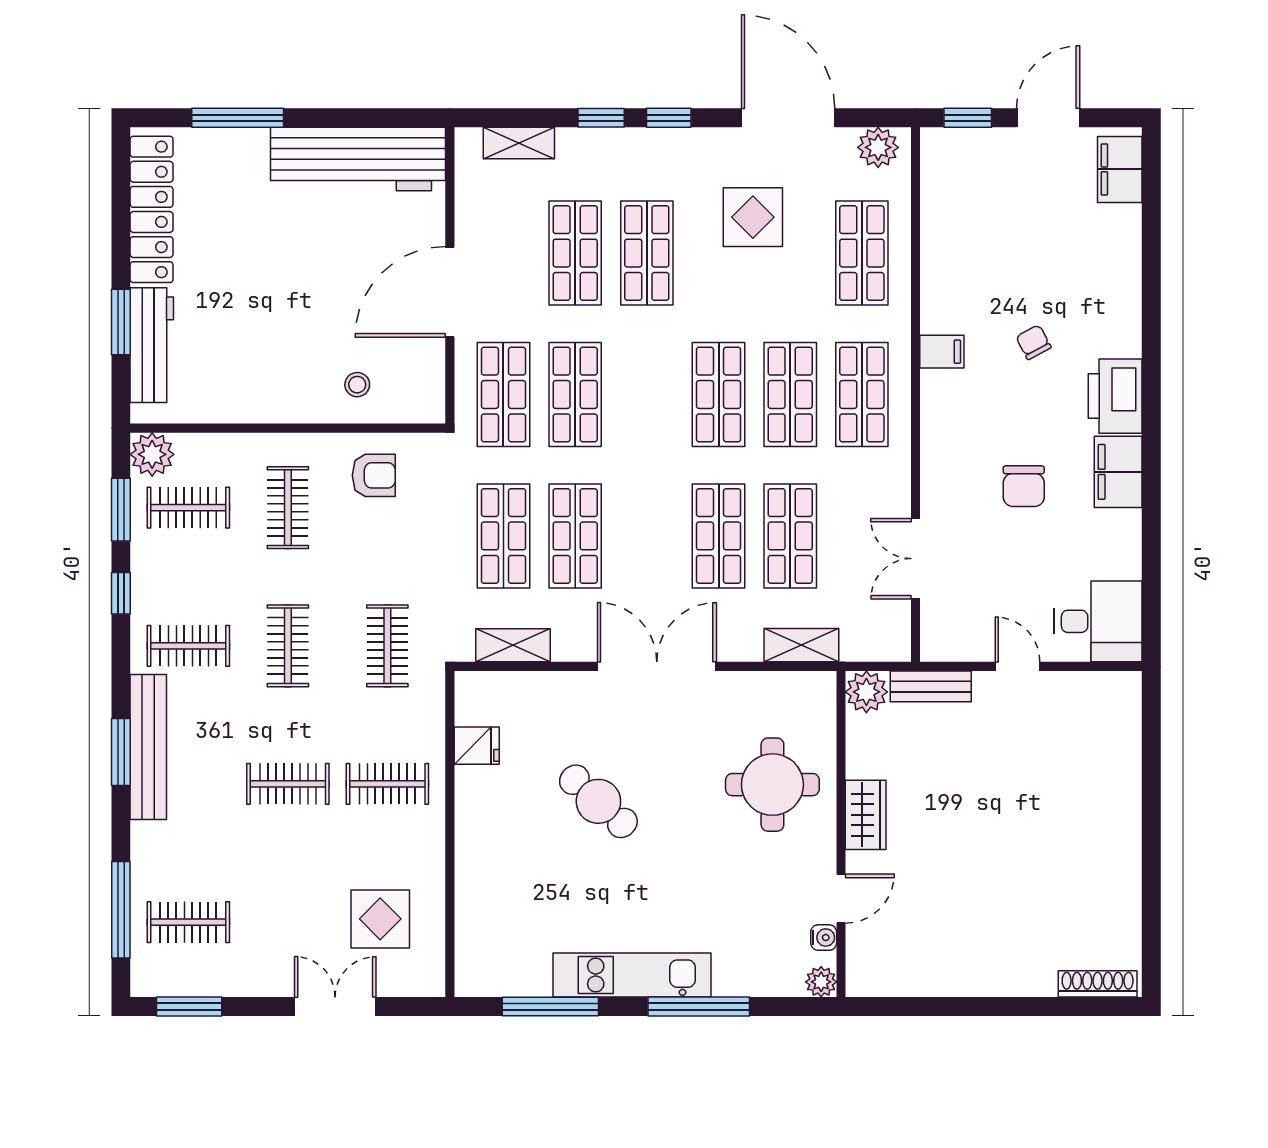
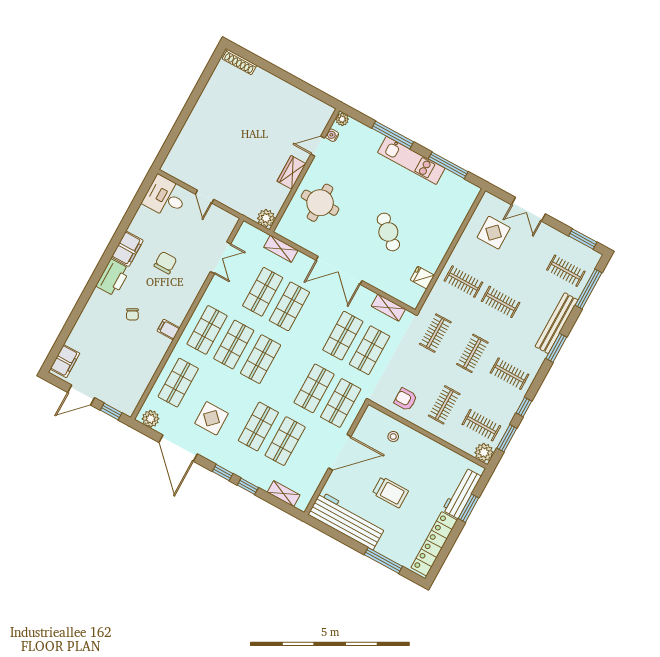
trolley: (300, 267) -> (390, 492), added
bench: (931, 686) -> (241, 207), removed
bench: (148, 747) -> (557, 323), moved

